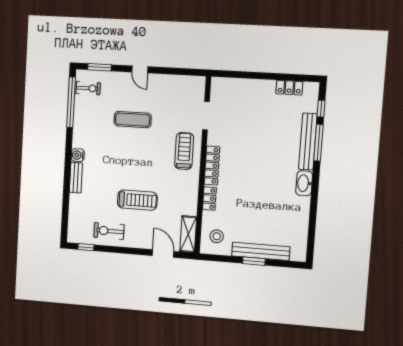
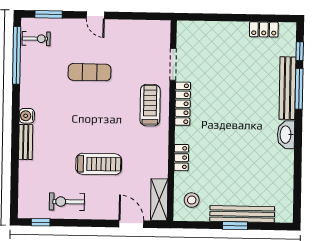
locker: (212, 166) -> (183, 104), moved

